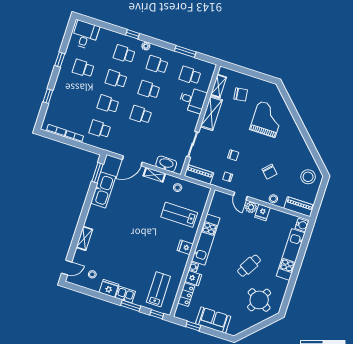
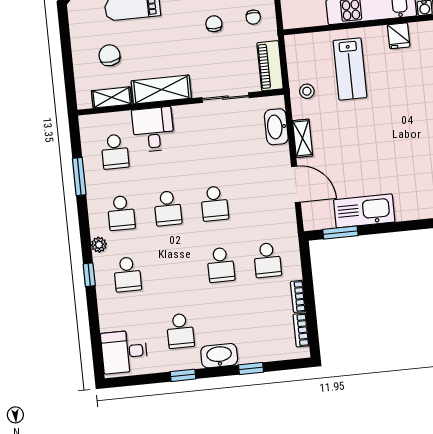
school desk: (116, 79) -> (174, 270), removed
washbasin: (62, 83) -> (219, 356), added

